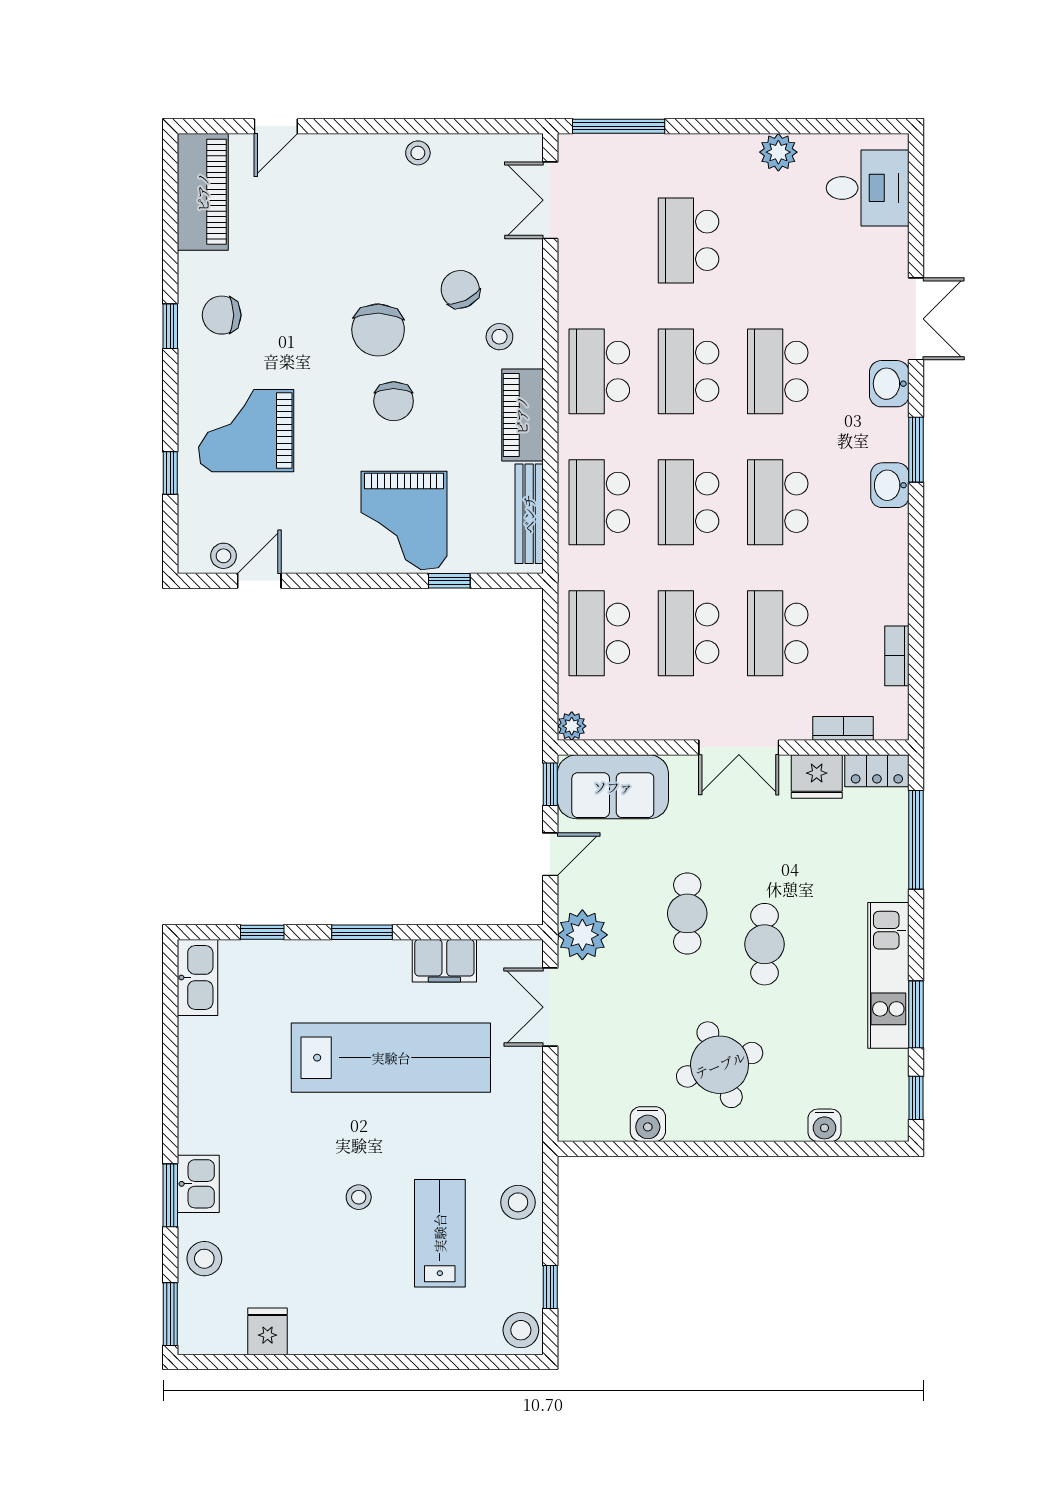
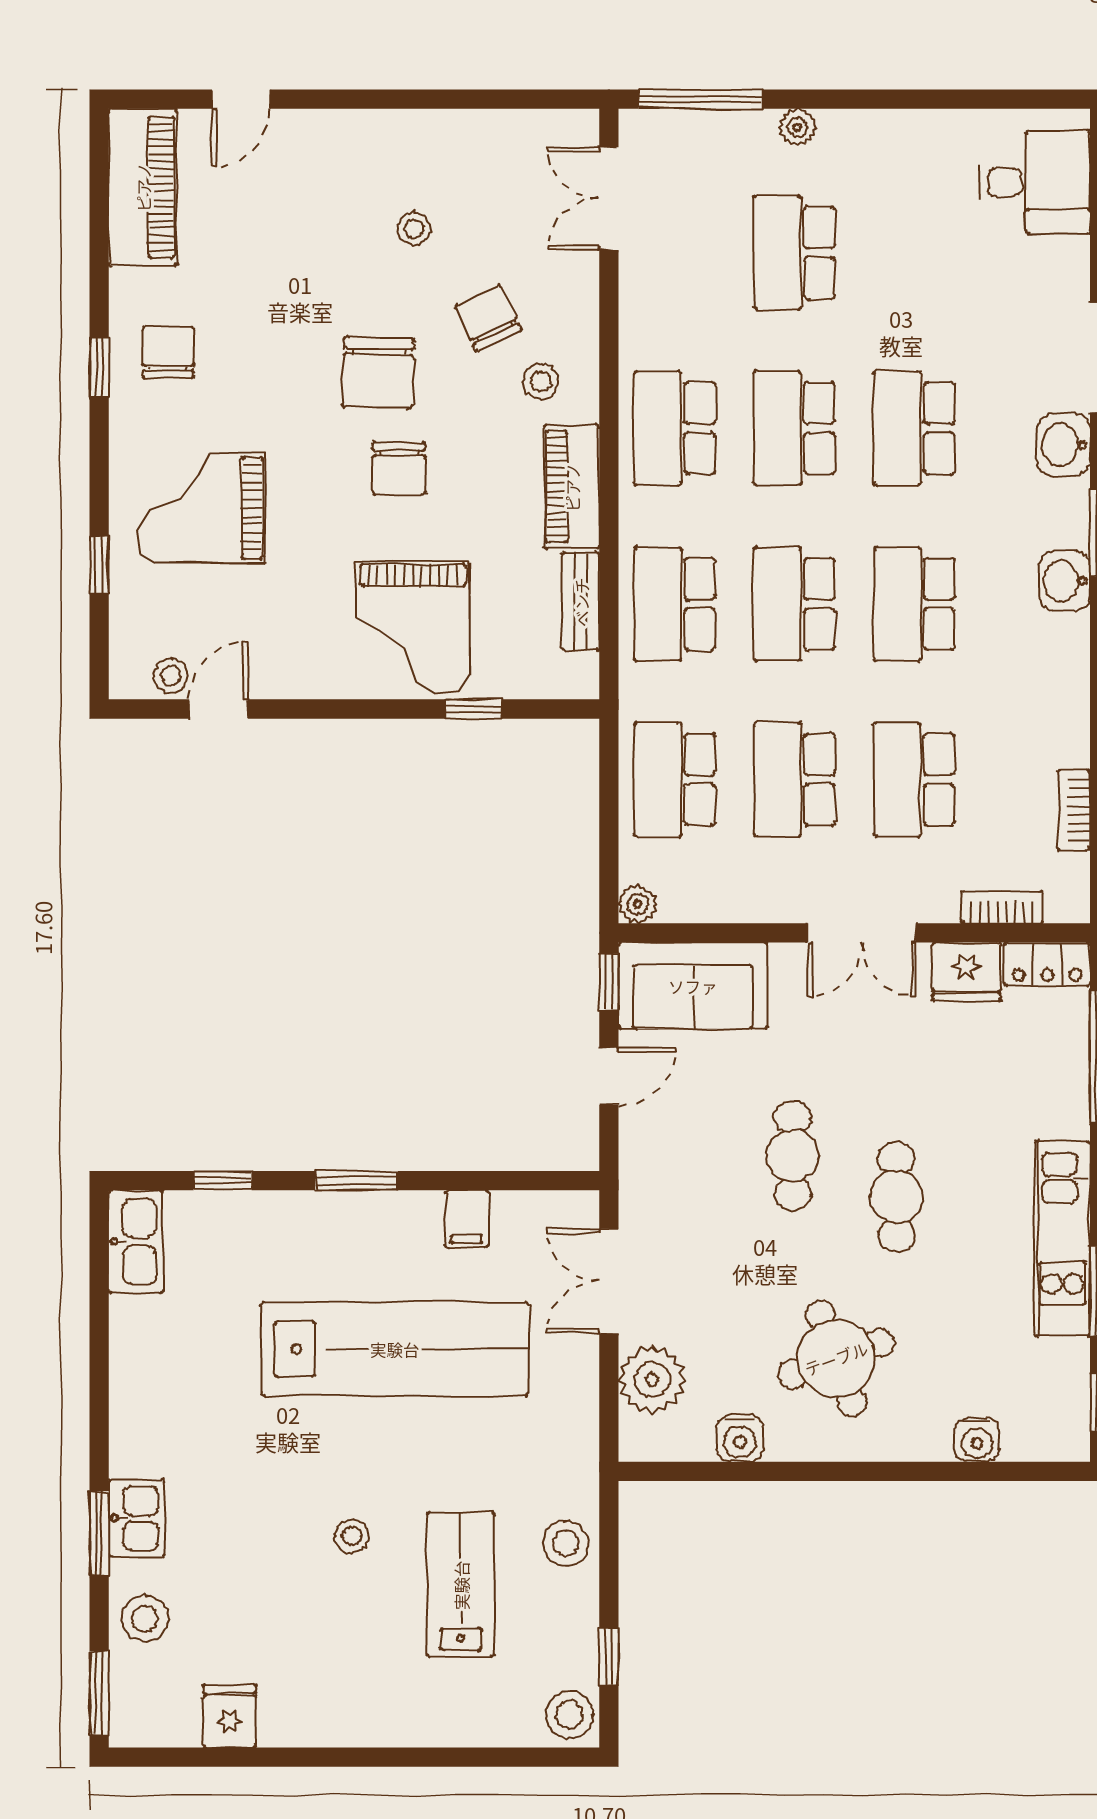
plant: (778, 152) -> (797, 127), moved, width x0.73, depth x0.73
stool: (418, 153) -> (414, 229), moved
chair: (222, 315) -> (168, 353), turned 90
bench: (529, 514) -> (581, 602), width x0.73
plant: (582, 935) -> (652, 1380), moved
filing cabinet: (444, 961) -> (467, 1219), width x0.50

